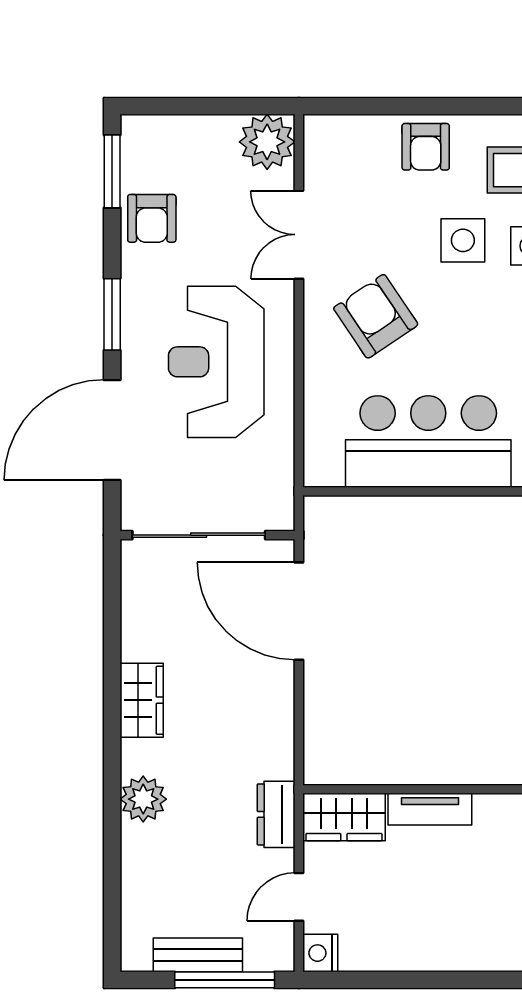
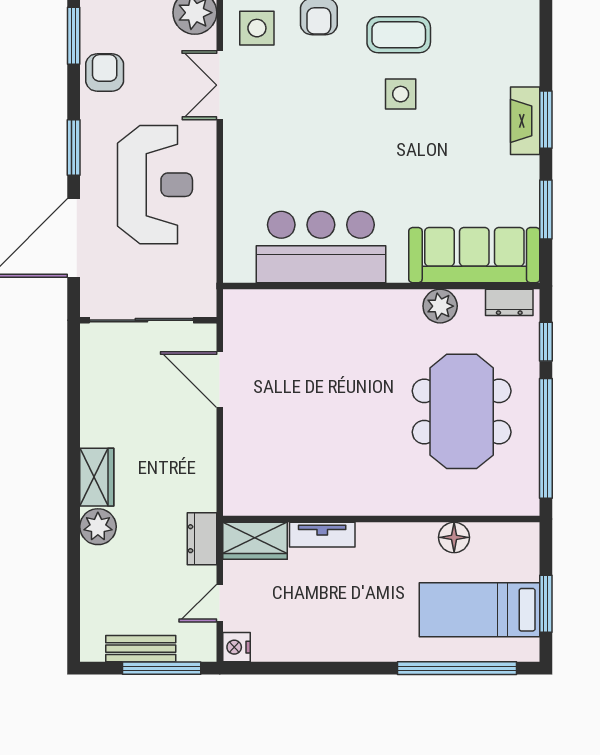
armchair: (152, 218) -> (105, 72), turned 180
side table: (463, 240) -> (257, 28), moved
armchair: (376, 316) -> (280, 149), removed
reception desk: (216, 362) -> (155, 185), turned 180
door: (299, 611) -> (220, 380), width x0.73
wardrobe: (142, 700) -> (97, 477), moved

